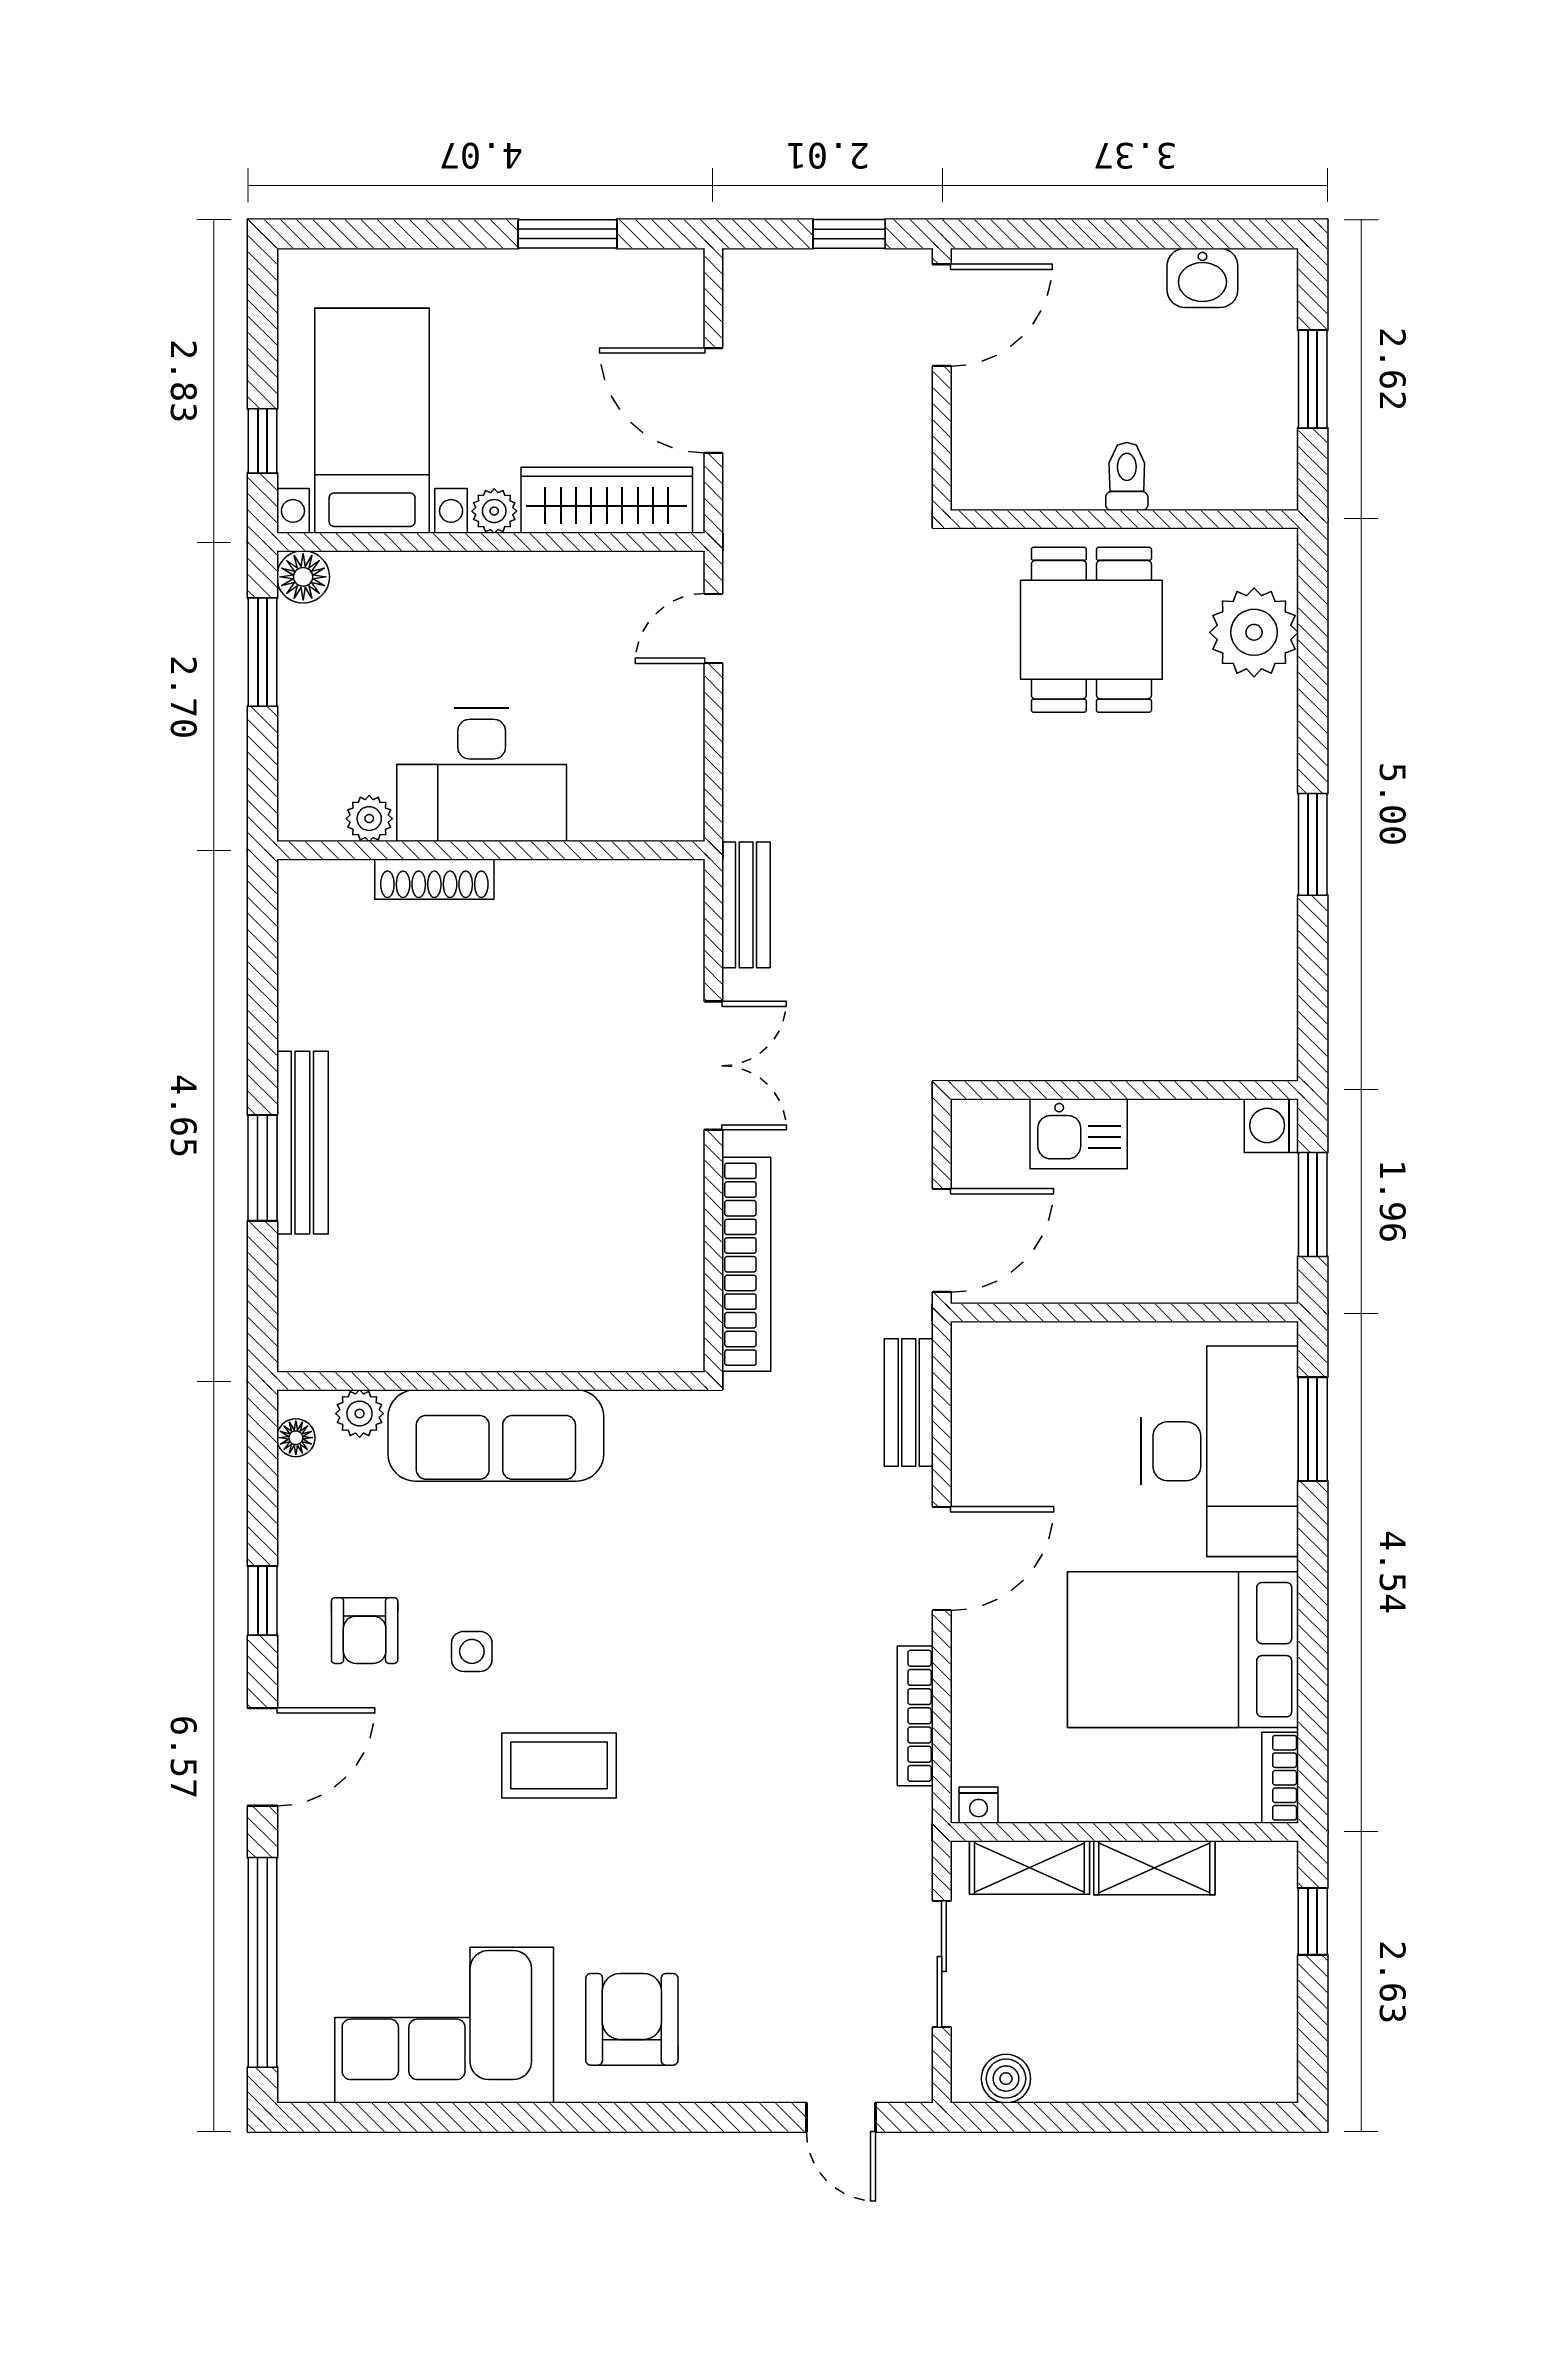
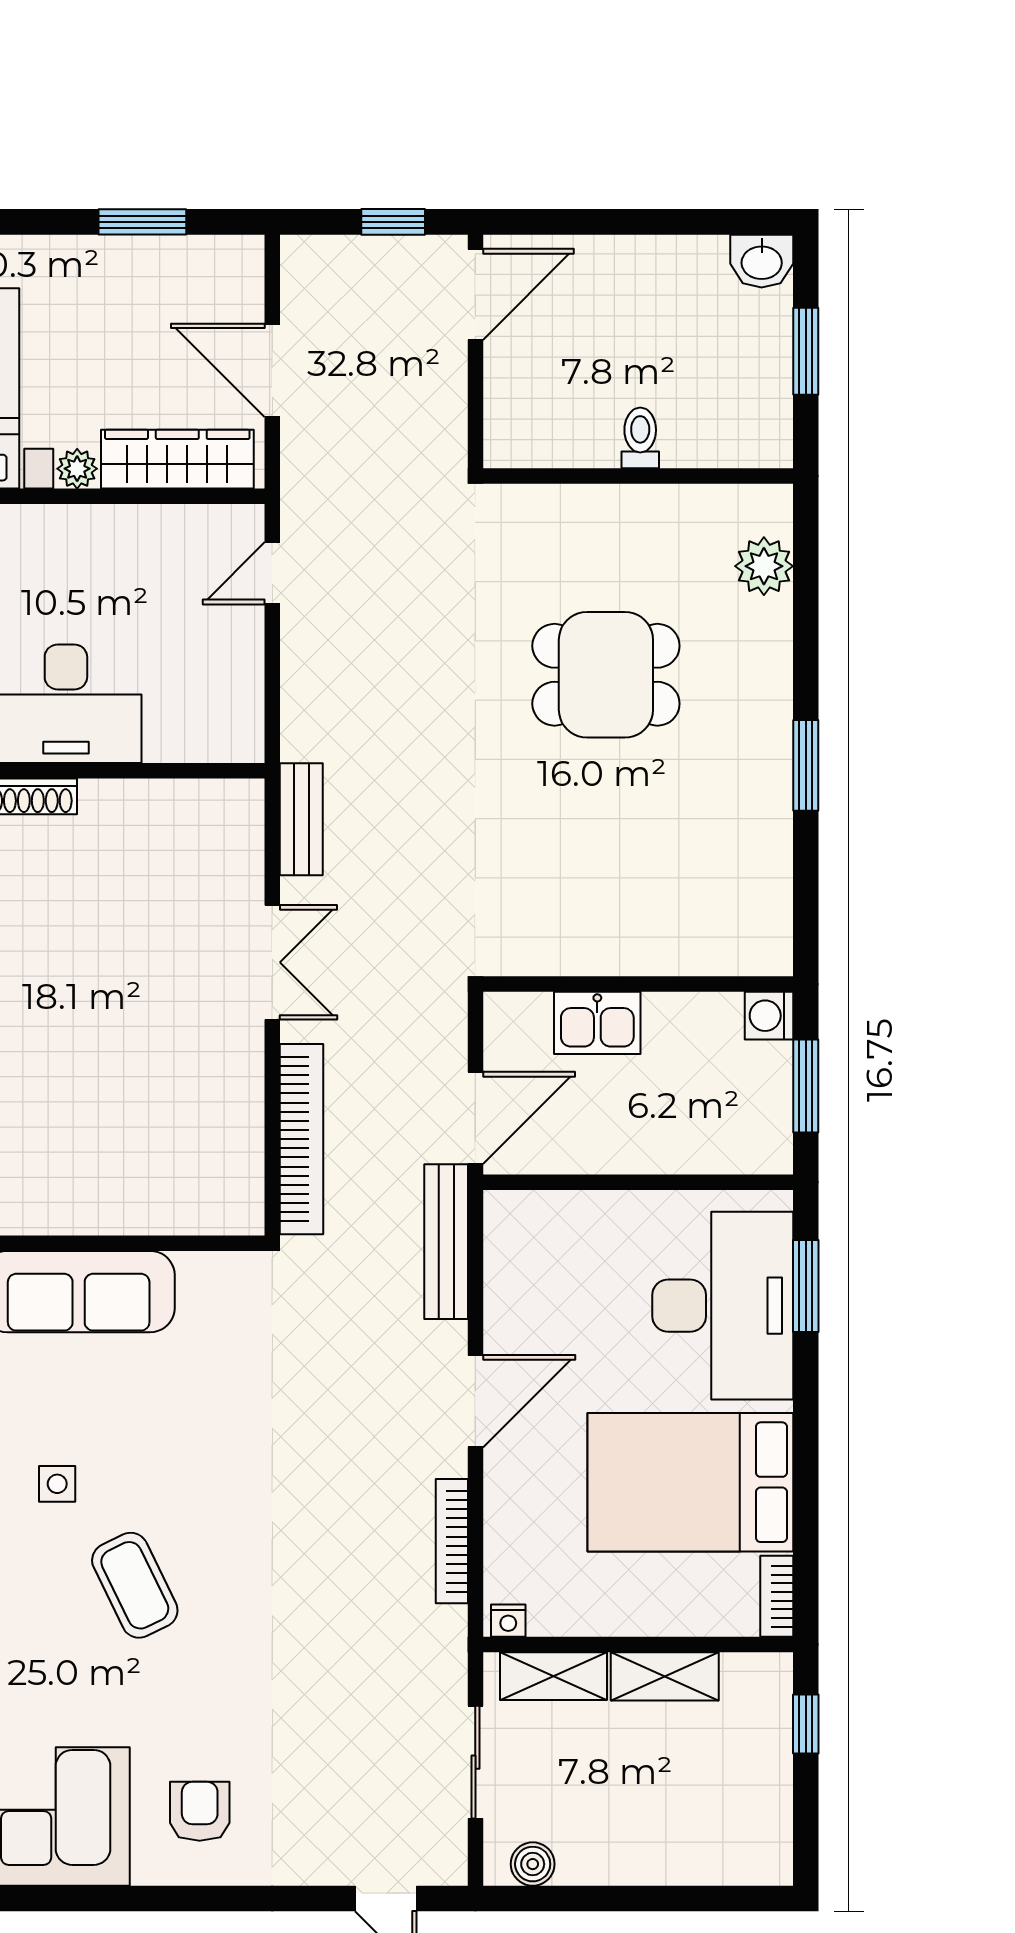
washbasin: (1202, 278) -> (762, 261), moved
dining table: (1091, 630) -> (606, 675), moved, turned 90
plant: (1254, 632) -> (764, 566), width x0.73, depth x0.73
bench: (909, 1403) -> (446, 1242), width x1.36
coffee table: (559, 1765) -> (135, 1585), turned 64
armchair: (632, 2019) -> (200, 1811), width x0.72, depth x0.72

